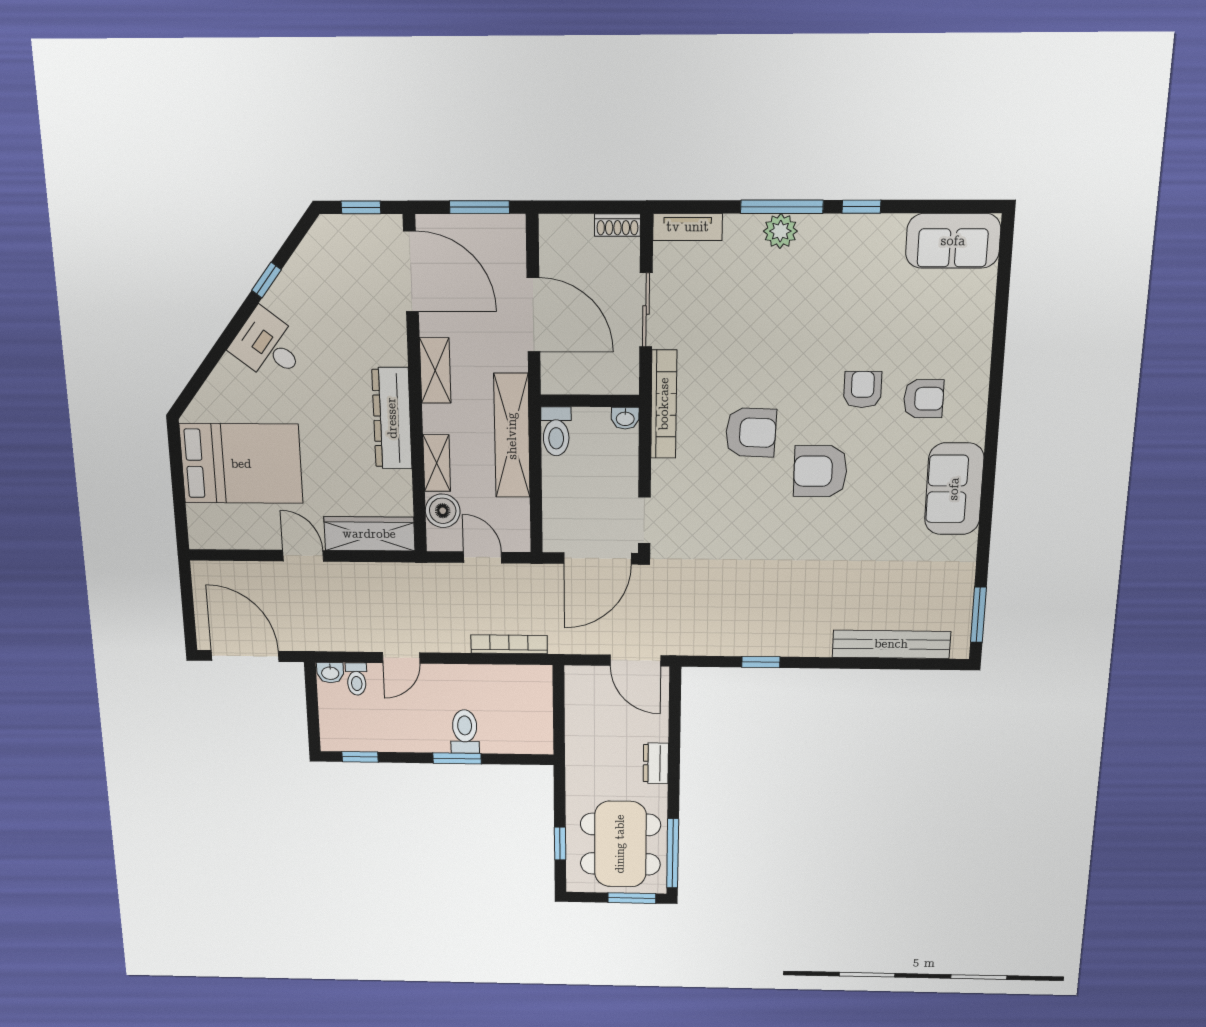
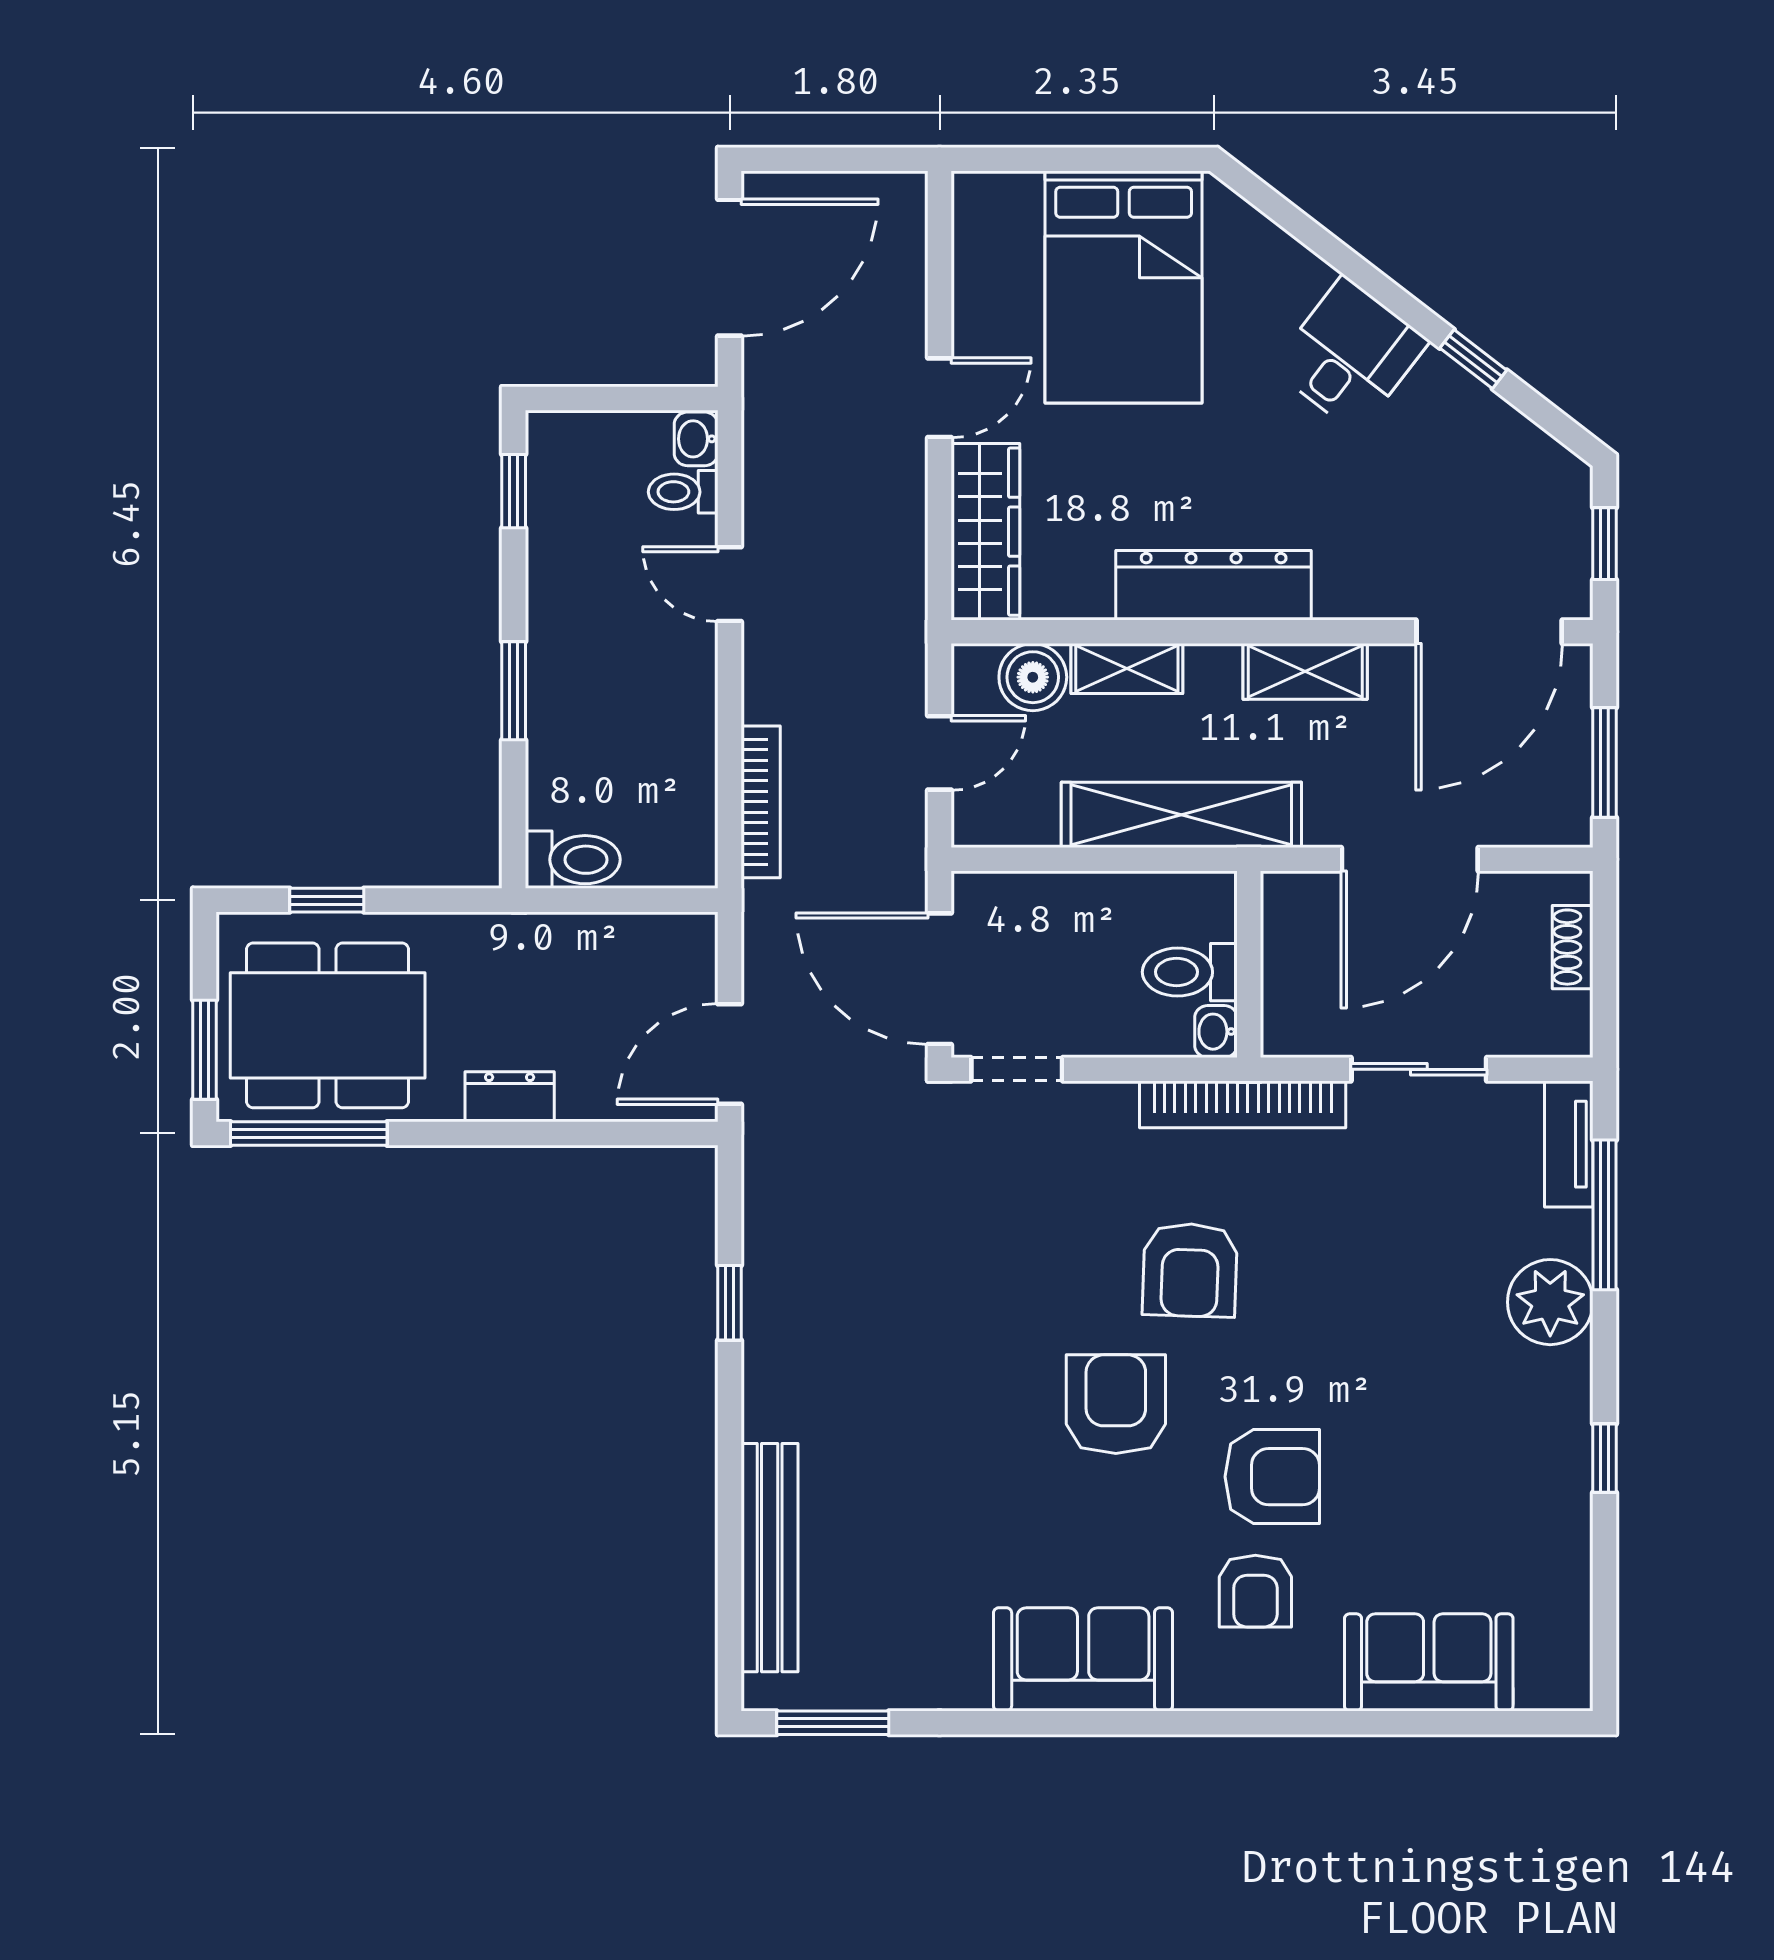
window: (782, 207) -> (1605, 1215), moved
shoe rack: (617, 225) -> (1573, 947), moved
plant: (780, 231) -> (1550, 1302), width x1.36, depth x1.36
sofa: (953, 241) -> (1429, 1662), moved, turned 90
armchair: (863, 389) -> (1272, 1477), width x1.38, depth x1.38
toilet: (556, 431) -> (1190, 972), moved
toilet: (465, 732) -> (573, 860), moved

